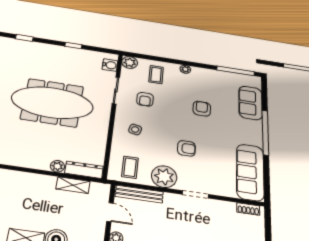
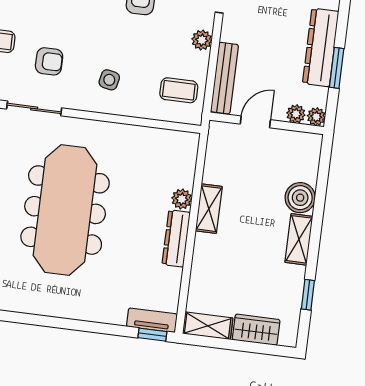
dresser: (84, 170) -> (176, 238), moved
plant: (164, 177) -> (202, 40), width x0.53, depth x0.53
shelving: (73, 185) -> (209, 209), moved

